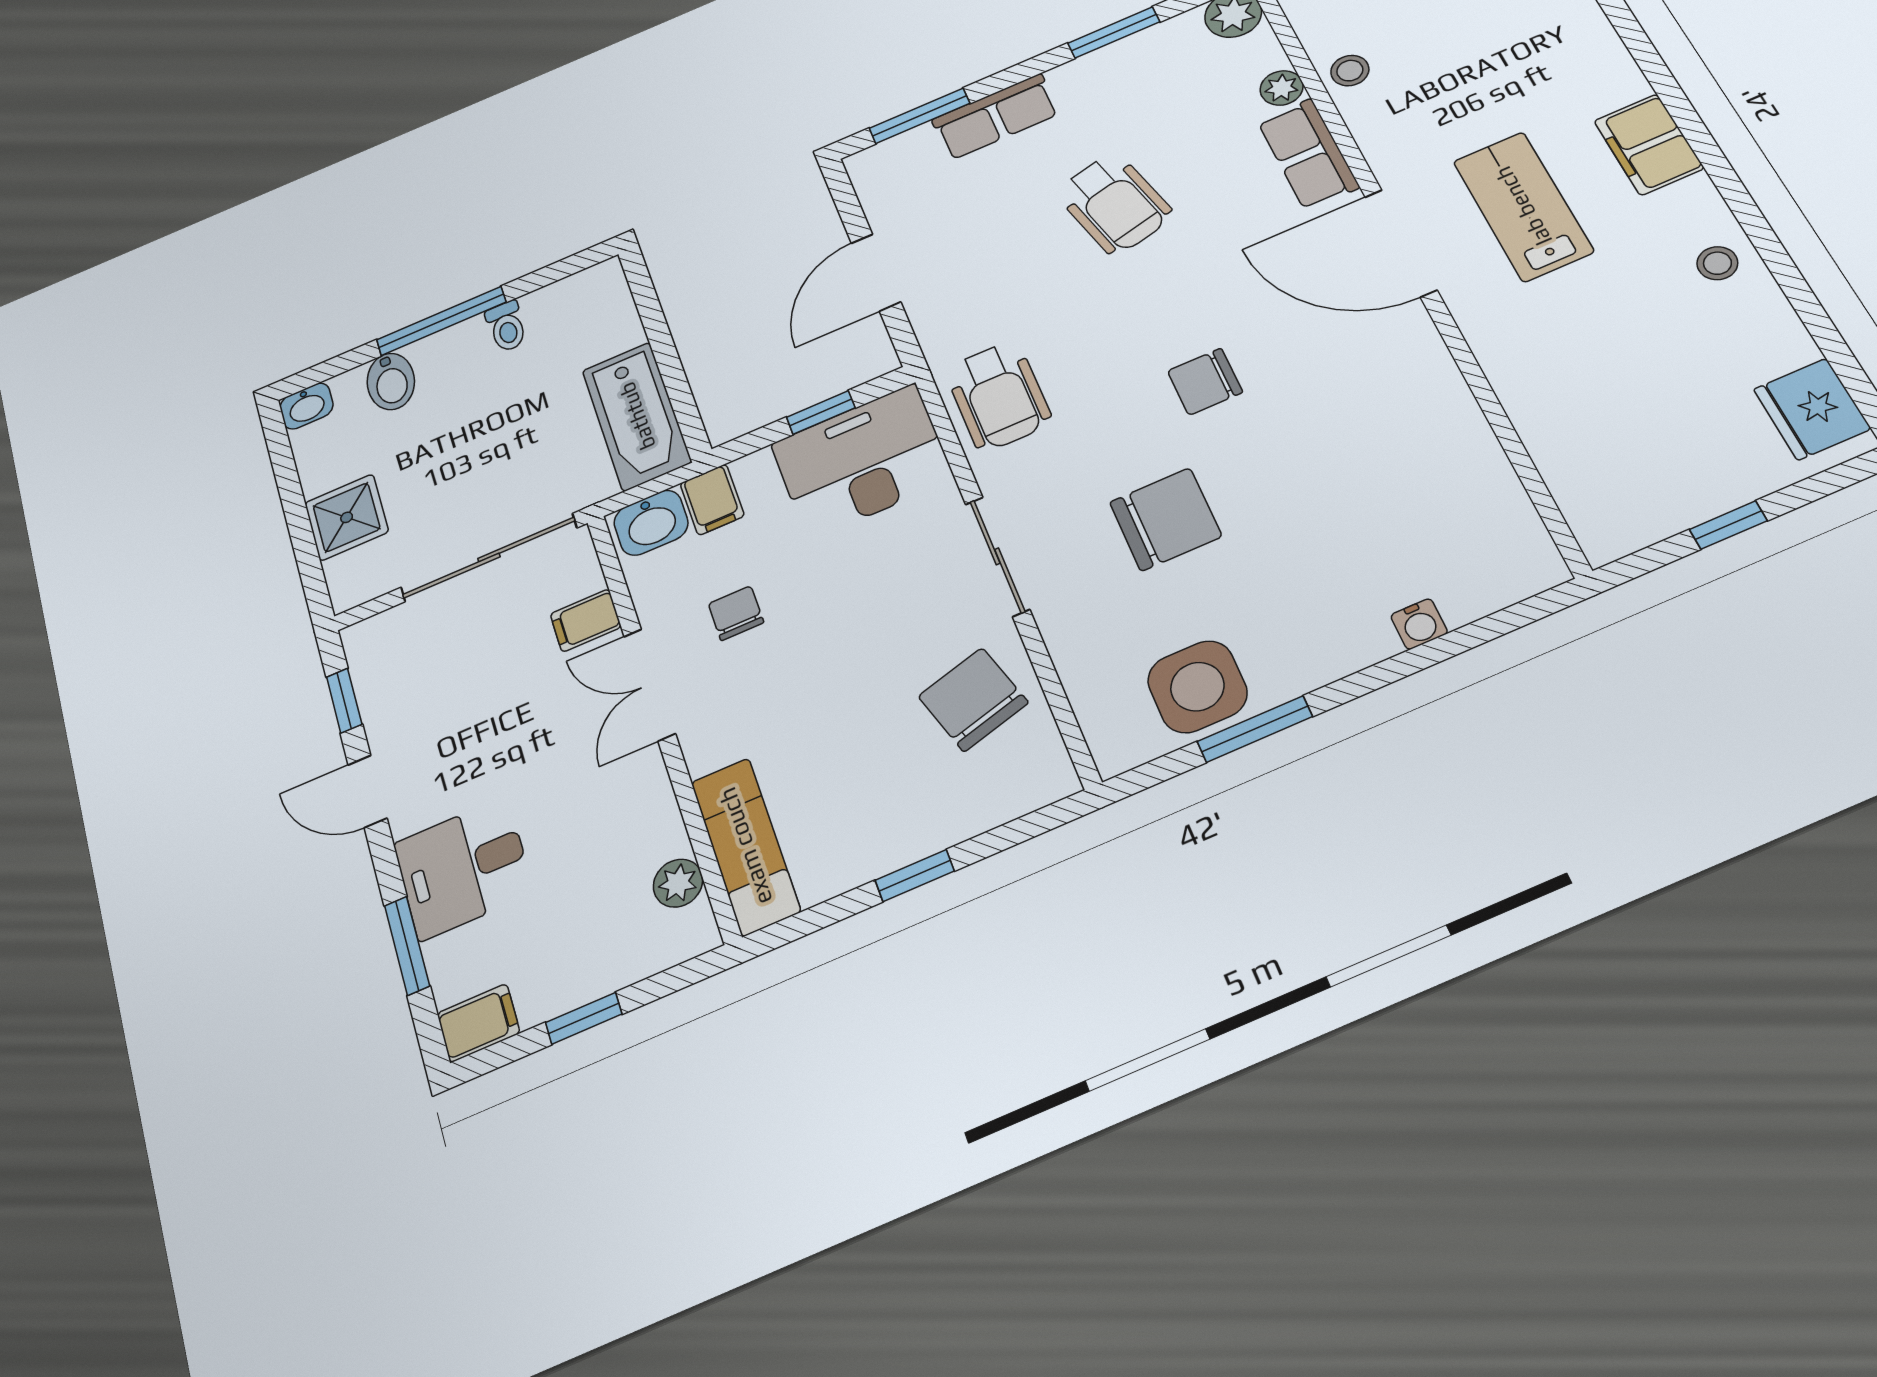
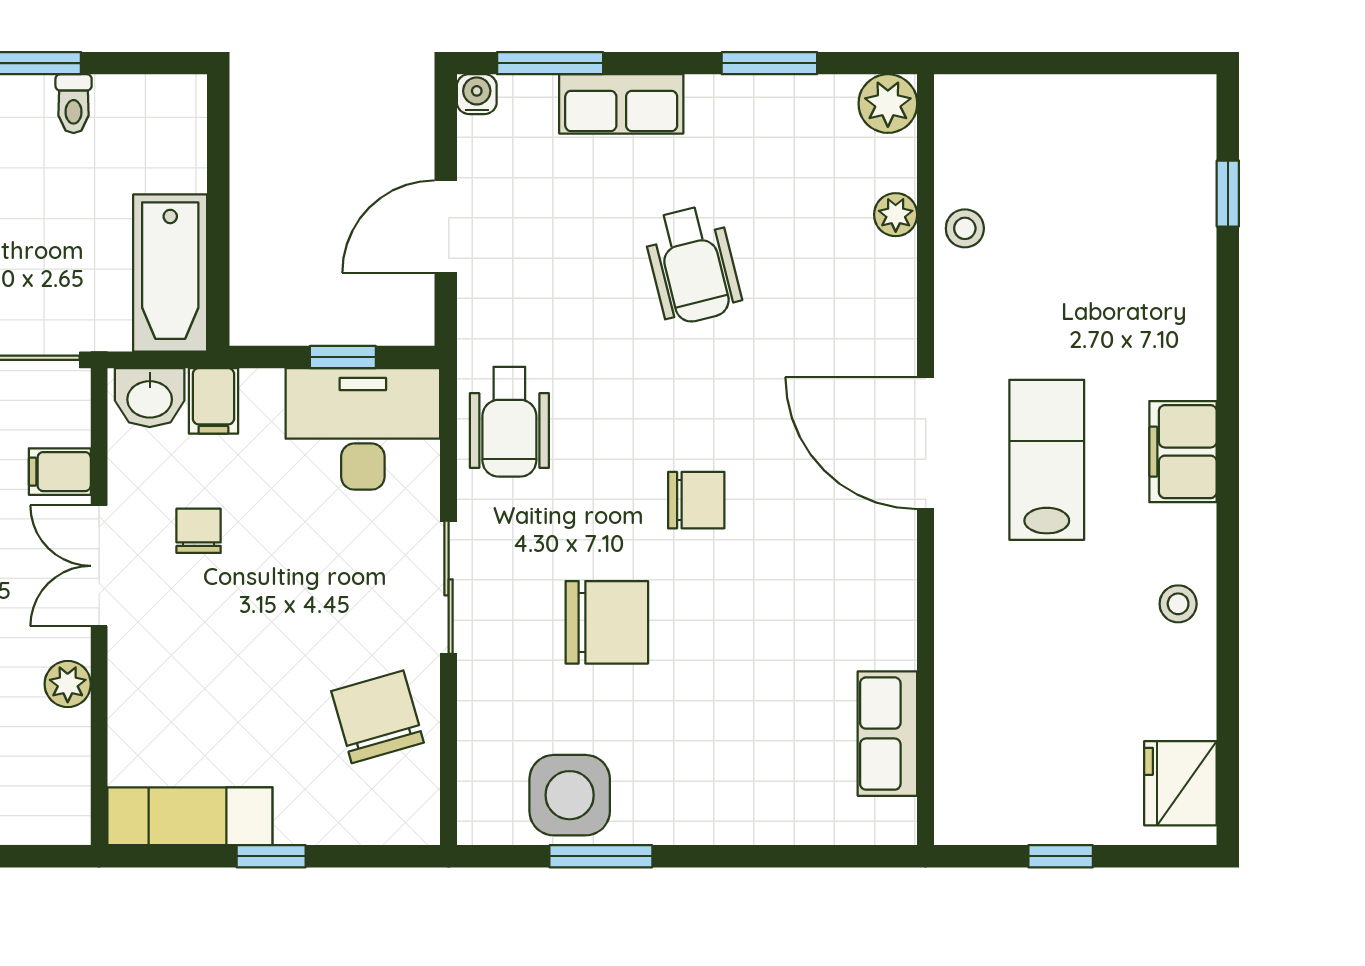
row of seats: (1308, 154) -> (887, 734), moved
chair: (1205, 382) -> (696, 500), turned 180
water cooler: (1419, 624) -> (477, 94), moved, turned 180
exam couch: (745, 846) -> (190, 816), moved, turned -90
plant: (678, 883) -> (68, 684), moved

